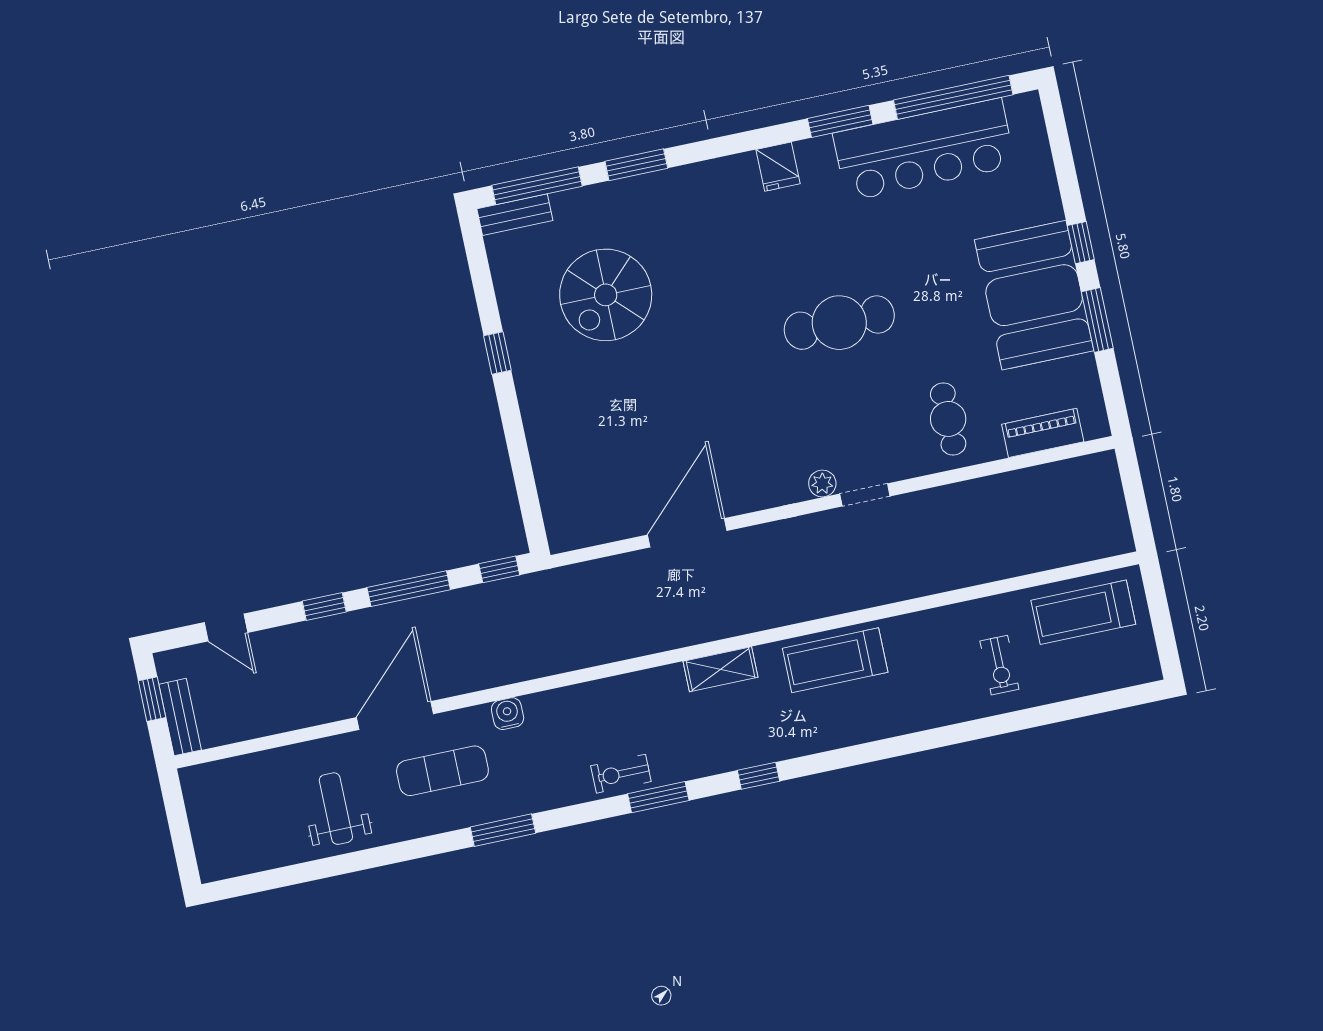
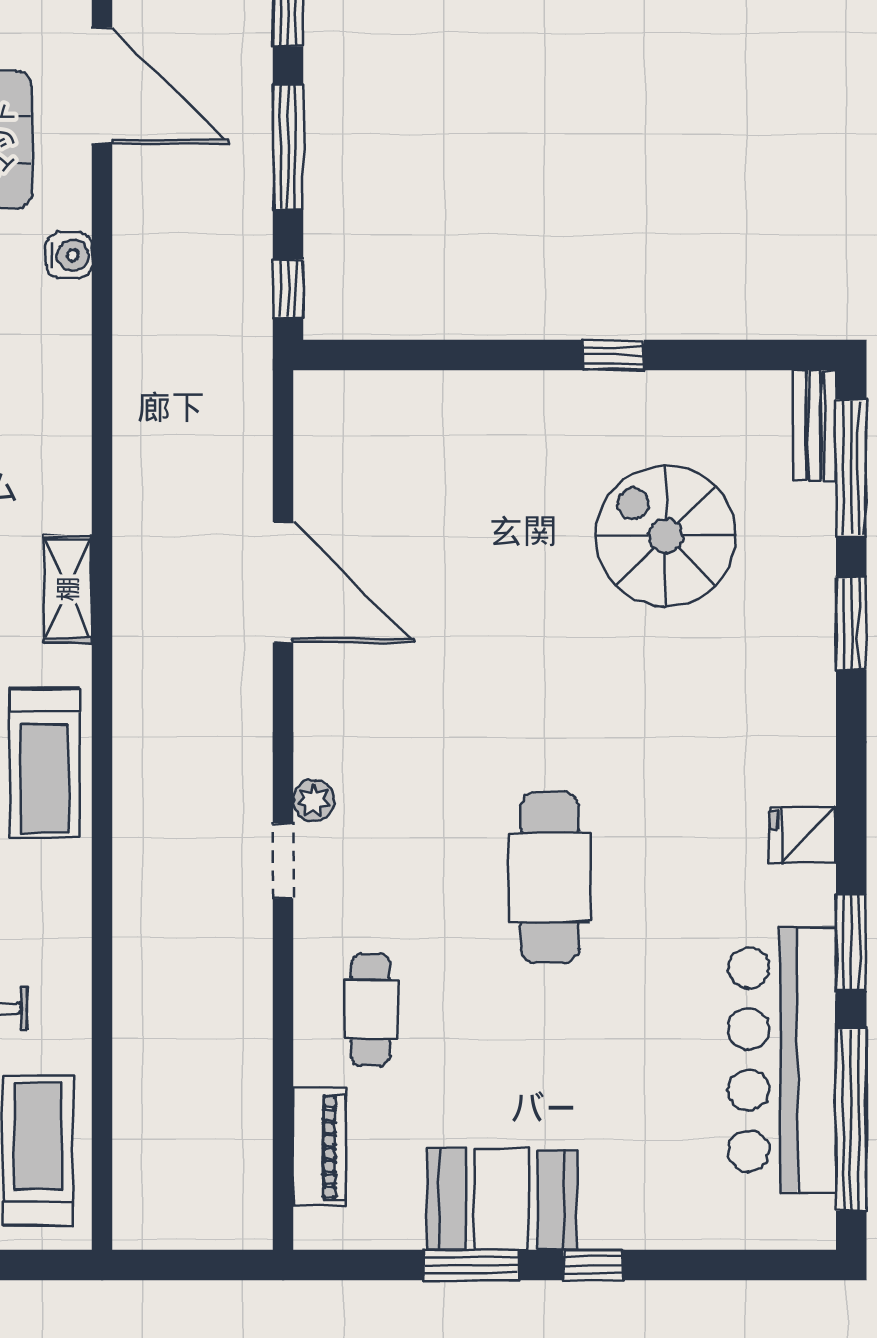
booth: (1034, 295) -> (502, 1200), width x0.73, depth x0.70
cafe table: (948, 419) -> (371, 1010), turned 90
treadmill: (835, 660) -> (45, 763), turned 180

